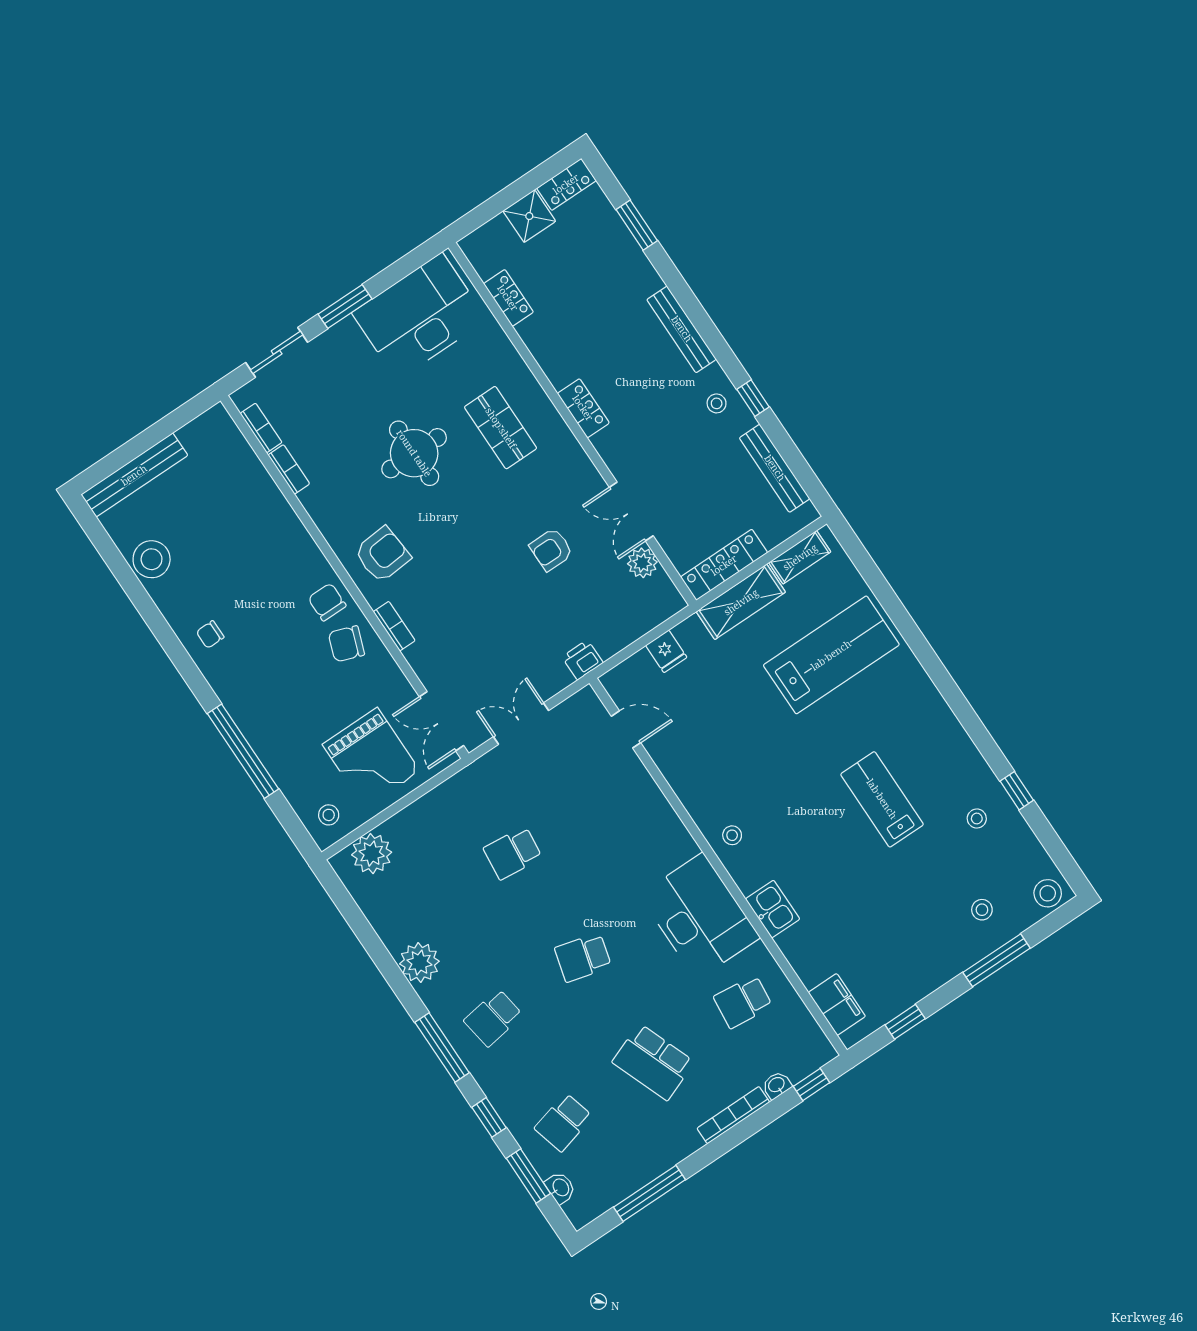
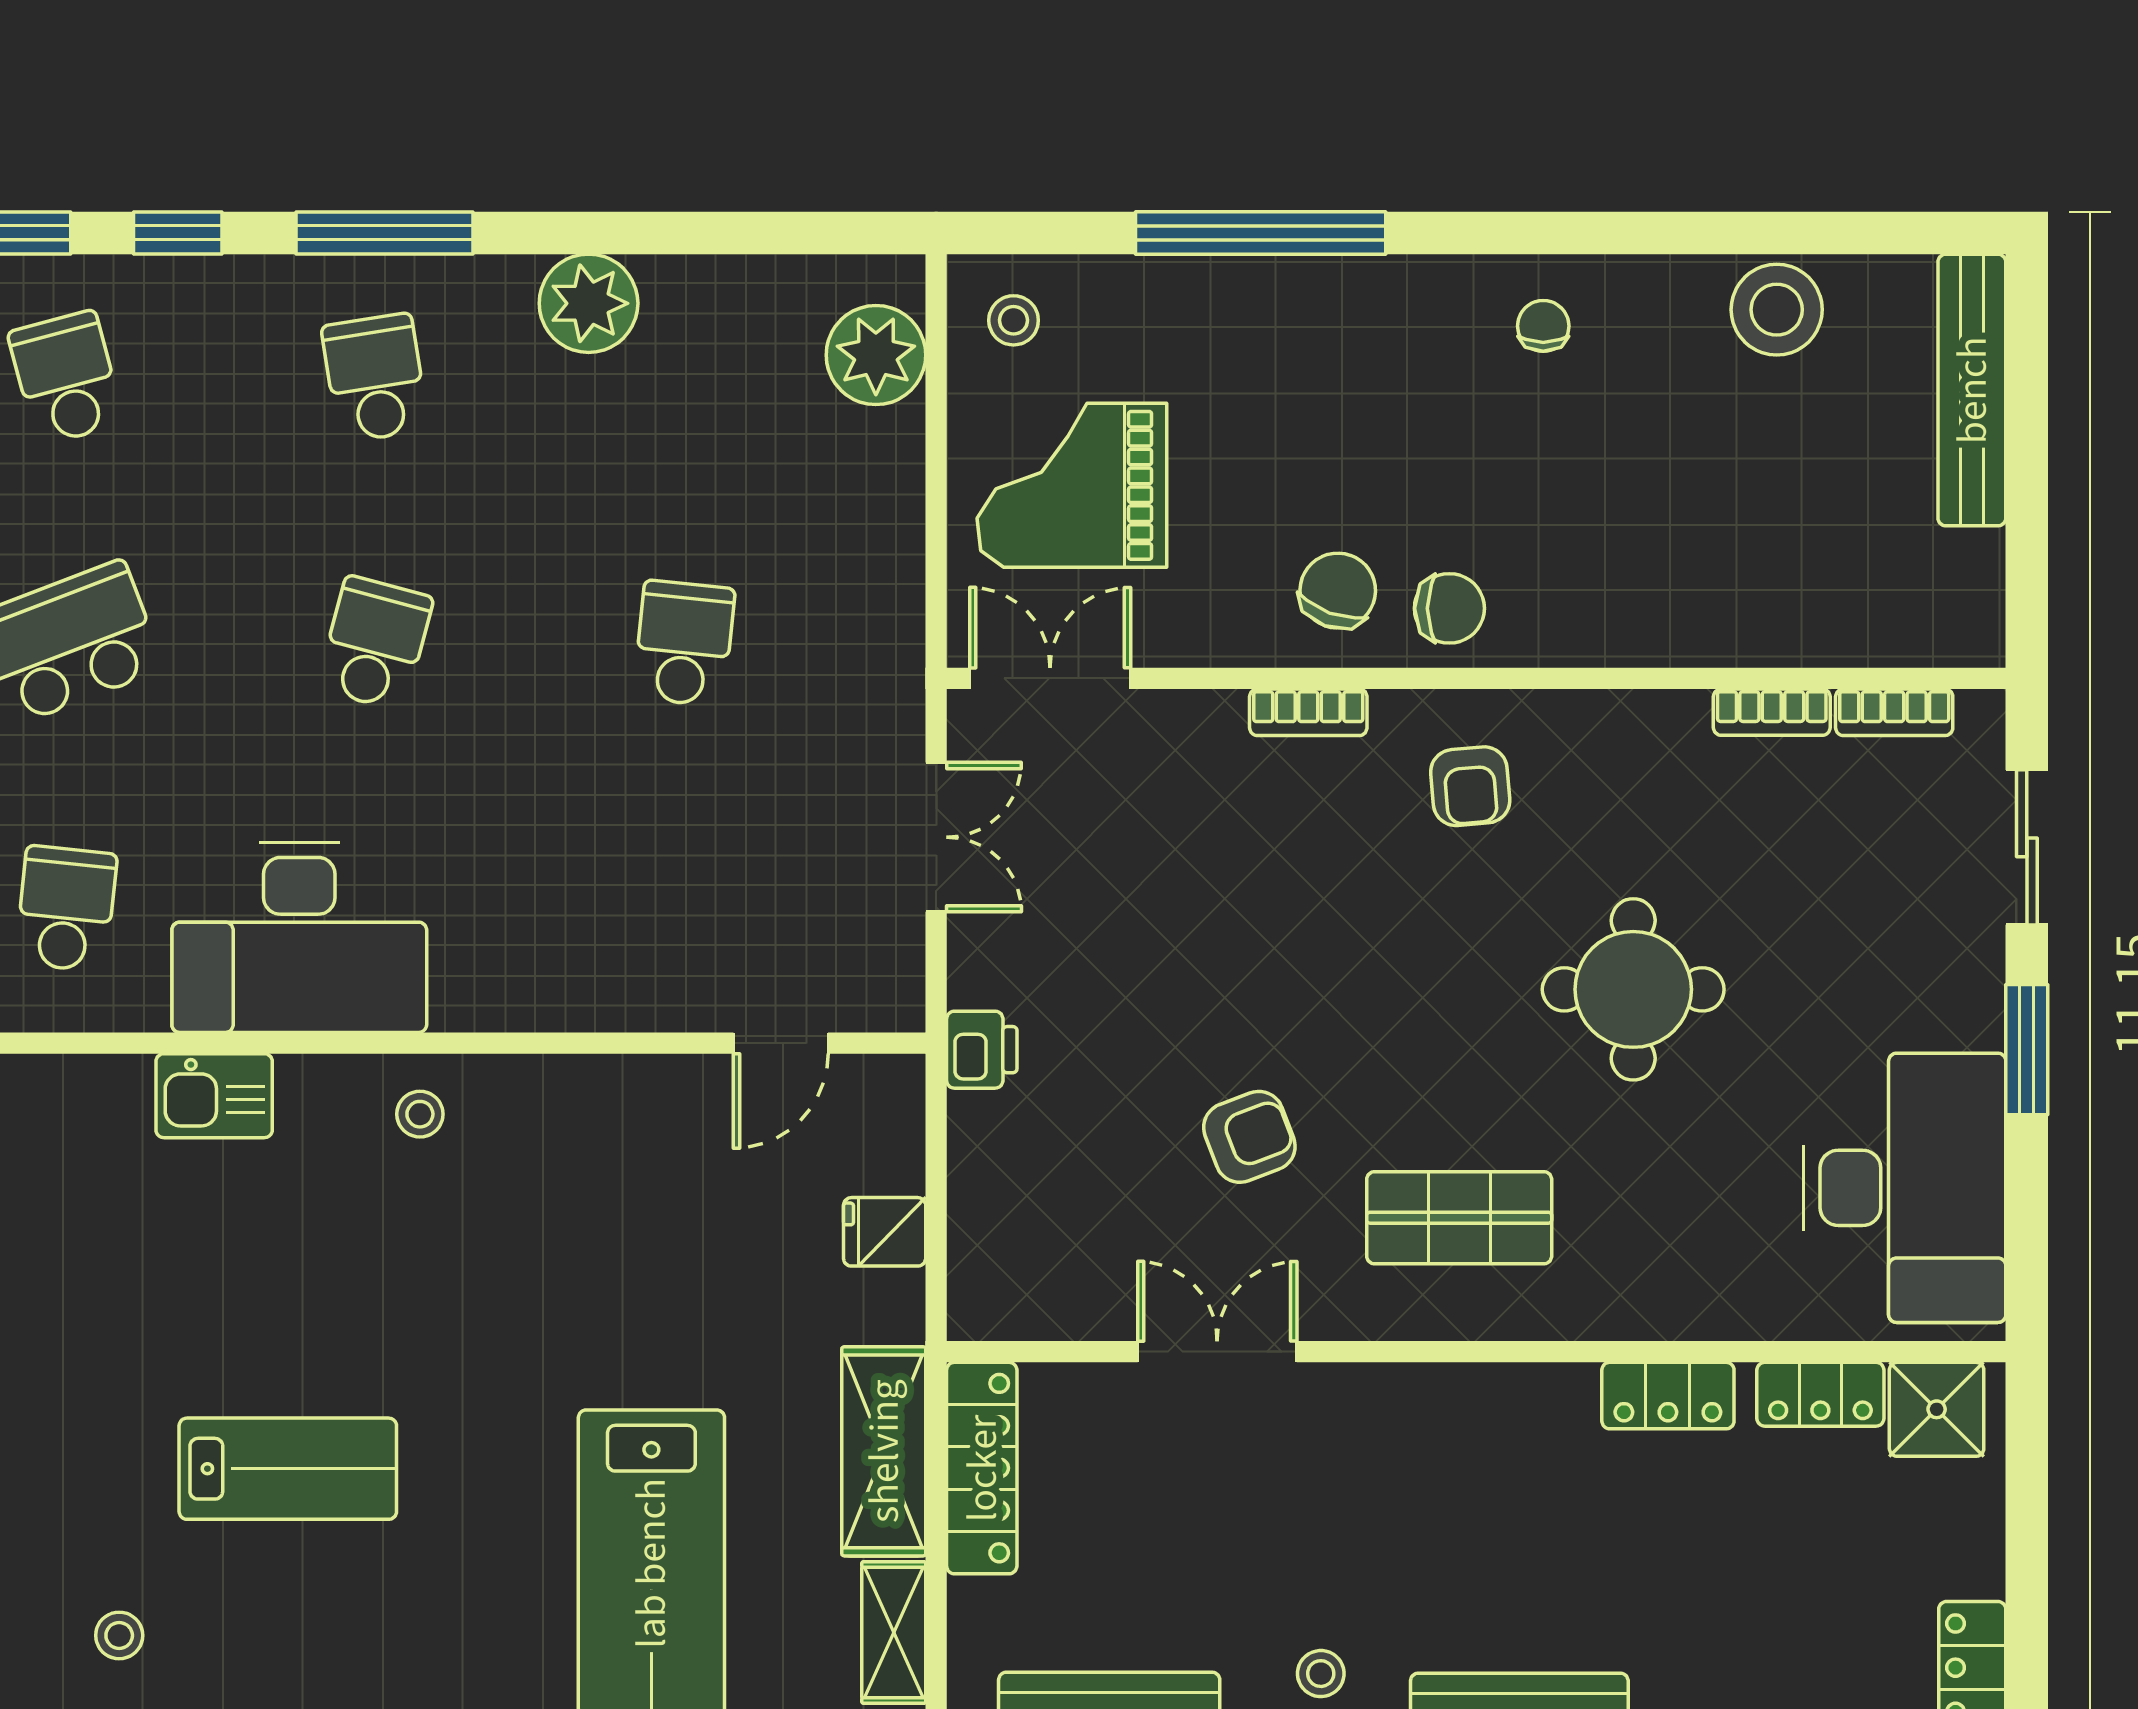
shower: (529, 216) -> (1937, 1409), moved
locker: (583, 408) -> (1668, 1396), moved
shop shelf: (501, 428) -> (1459, 1218), moved
armchair: (551, 550) -> (1249, 1137), turned 69
armchair: (382, 555) -> (1470, 786), width x0.72, depth x0.72
plant: (642, 563) -> (1098, 1304), removed

